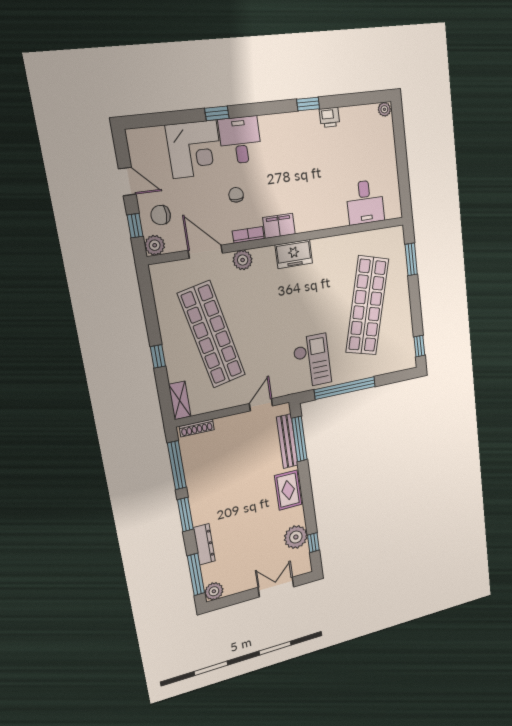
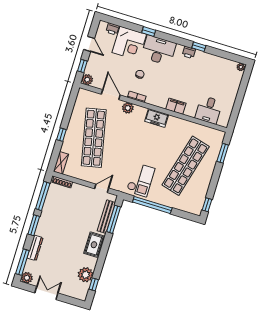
printer: (329, 117) -> (189, 52), moved
printer: (154, 136) -> (113, 29), added
desk: (240, 140) -> (159, 50), width x1.37
chair: (161, 215) -> (97, 67), removed
filing cabinet: (279, 226) -> (176, 106), moved
double door: (276, 587) -> (46, 293), moved

